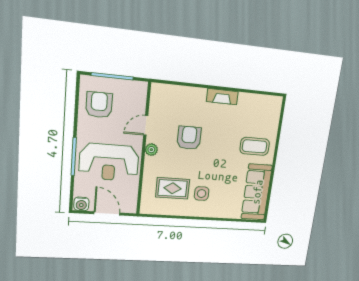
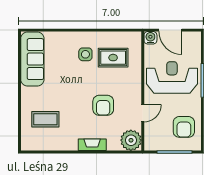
fireplace: (222, 97) -> (92, 145), moved
coffee table: (255, 146) -> (45, 119), moved
plant: (151, 150) -> (131, 140), moved, width x1.87, depth x1.87
water cooler: (81, 204) -> (150, 38), moved

